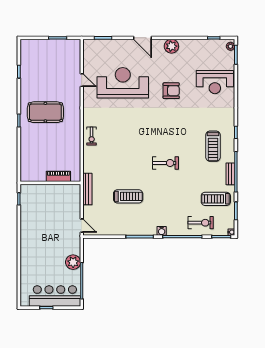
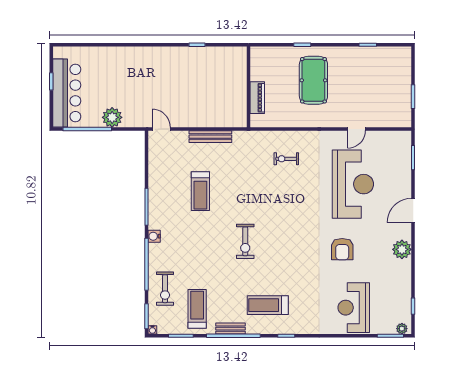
exercise bike: (92, 136) -> (286, 159), moved
piano: (58, 176) -> (257, 98), moved
wall: (50, 183) -> (248, 87), moved
door: (82, 226) -> (161, 129), swing flipped

